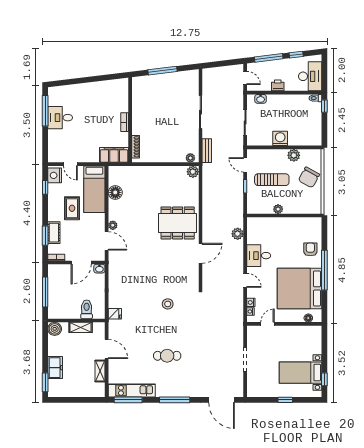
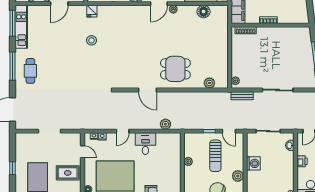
door: (245, 165) -> (229, 131), swing flipped
plant: (193, 172) -> (209, 83), moved
dining table: (178, 223) -> (175, 69), width x0.73
stool: (168, 304) -> (91, 40), moved
rug: (290, 340) -> (68, 173), added
cafe table: (167, 356) -> (30, 71), moved

